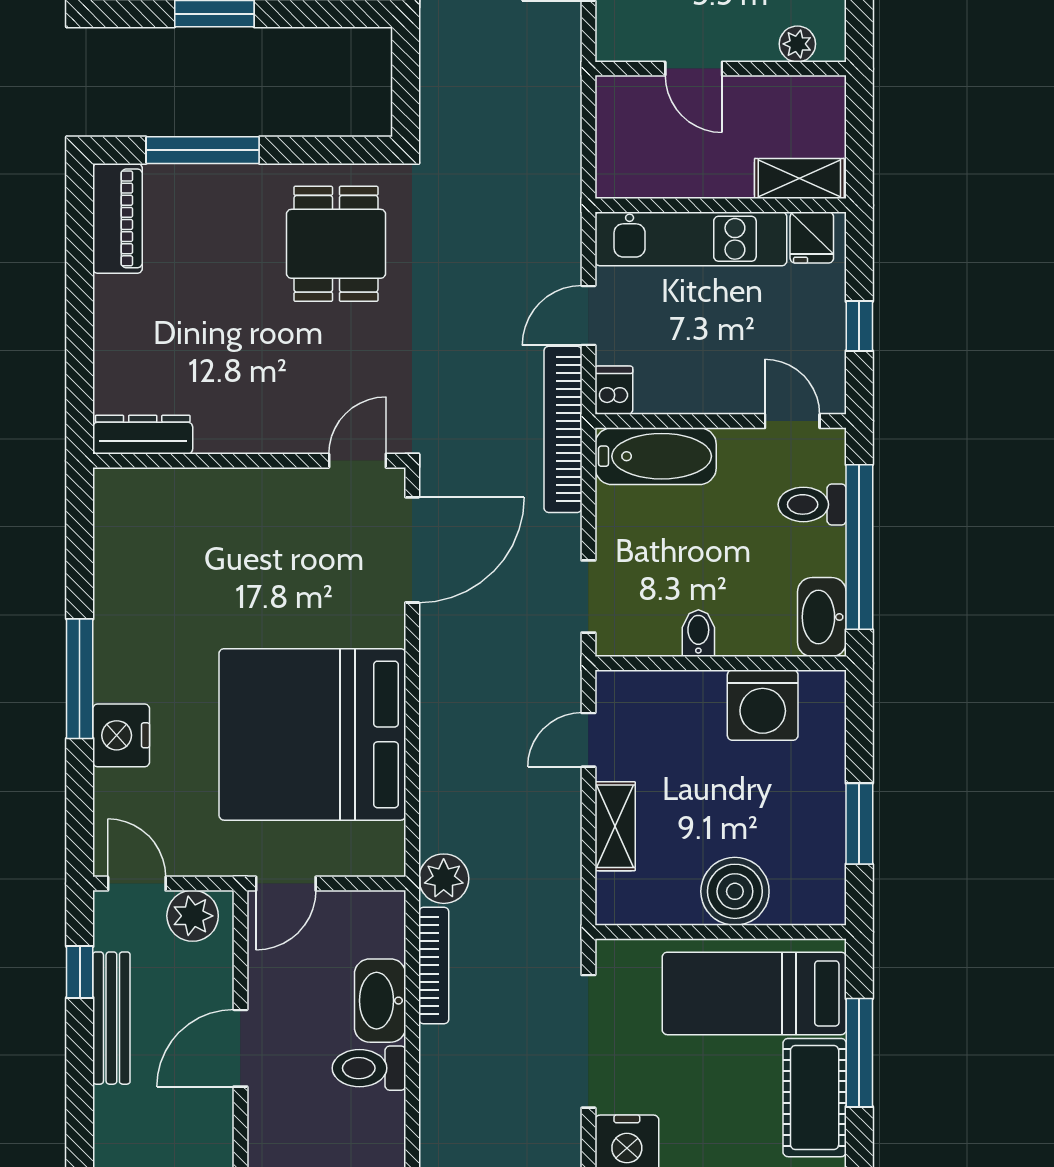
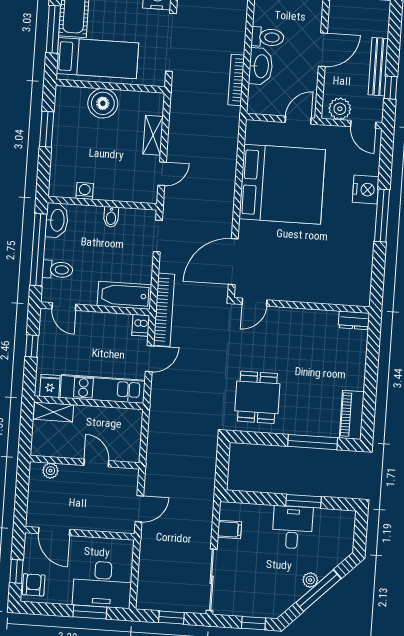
dresser: (143, 435) -> (354, 320), width x0.70
washing machine: (763, 705) -> (85, 191), width x0.53, depth x0.53
plant: (444, 879) -> (229, 117), removed

